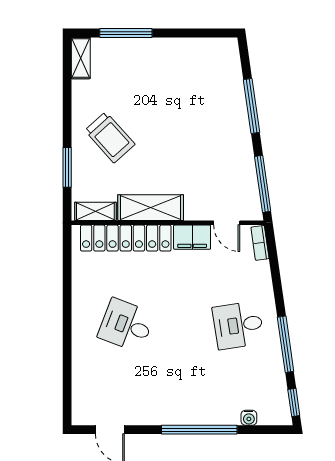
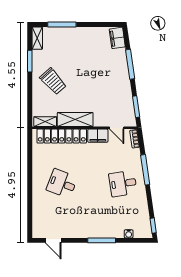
filing cabinet: (228, 58) -> (117, 38), added
window: (67, 167) -> (30, 61), moved
window: (263, 184) -> (136, 107), width x0.69
window: (286, 344) -> (145, 170), moved
window: (199, 430) -> (102, 240), width x0.68

